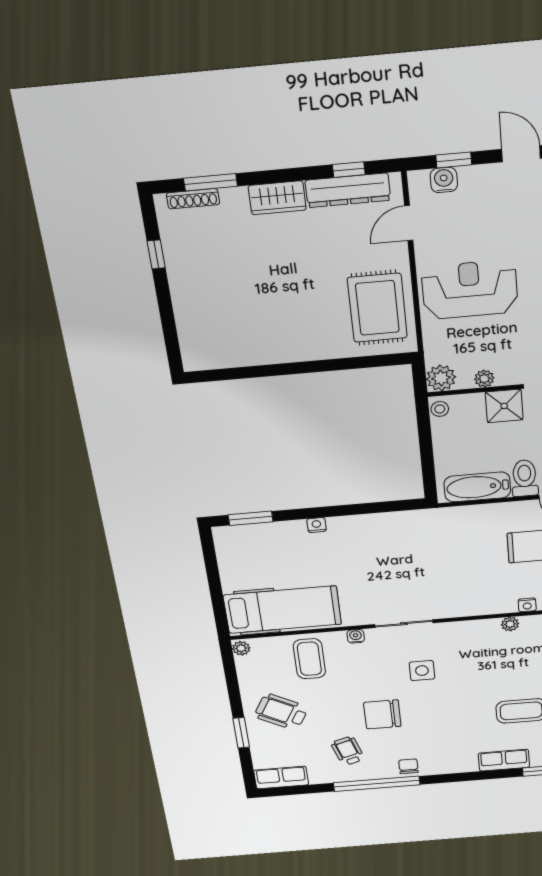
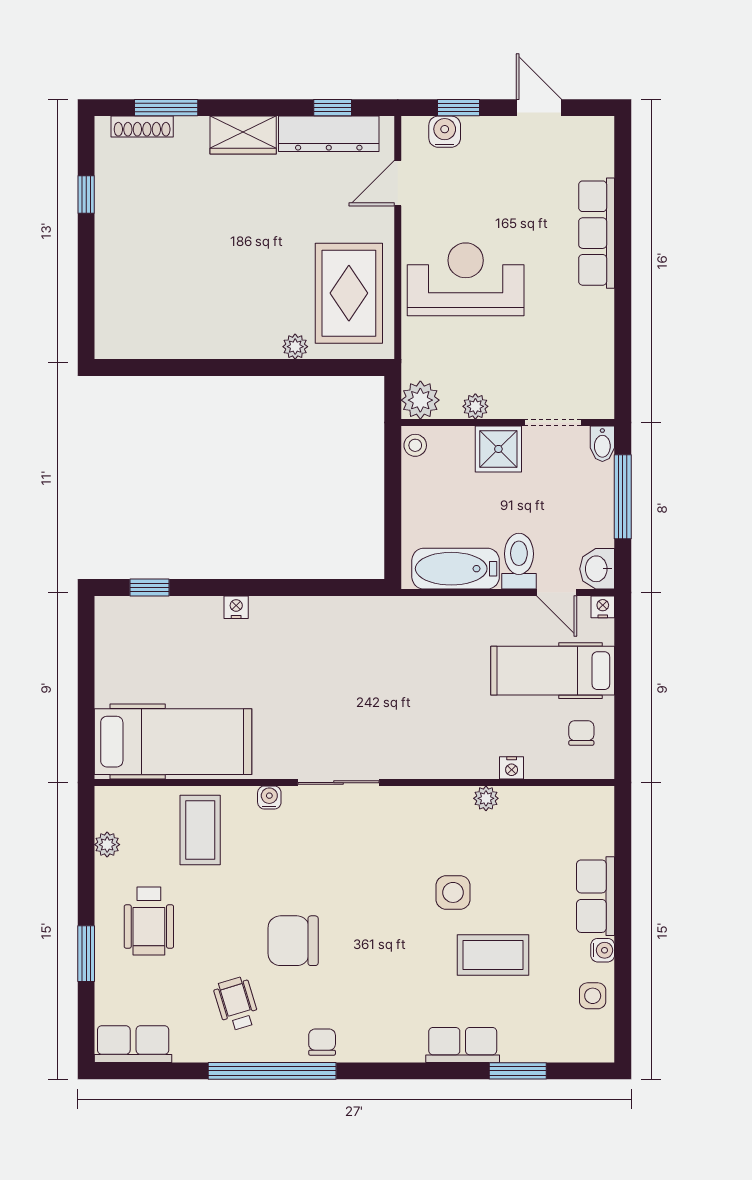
plant: (339, 350) -> (295, 347), added
window: (251, 518) -> (149, 588), width x0.67
plant: (241, 648) -> (107, 845), moved
side table: (422, 671) -> (453, 892), moved
wheelchair: (281, 712) -> (149, 921), turned -119

